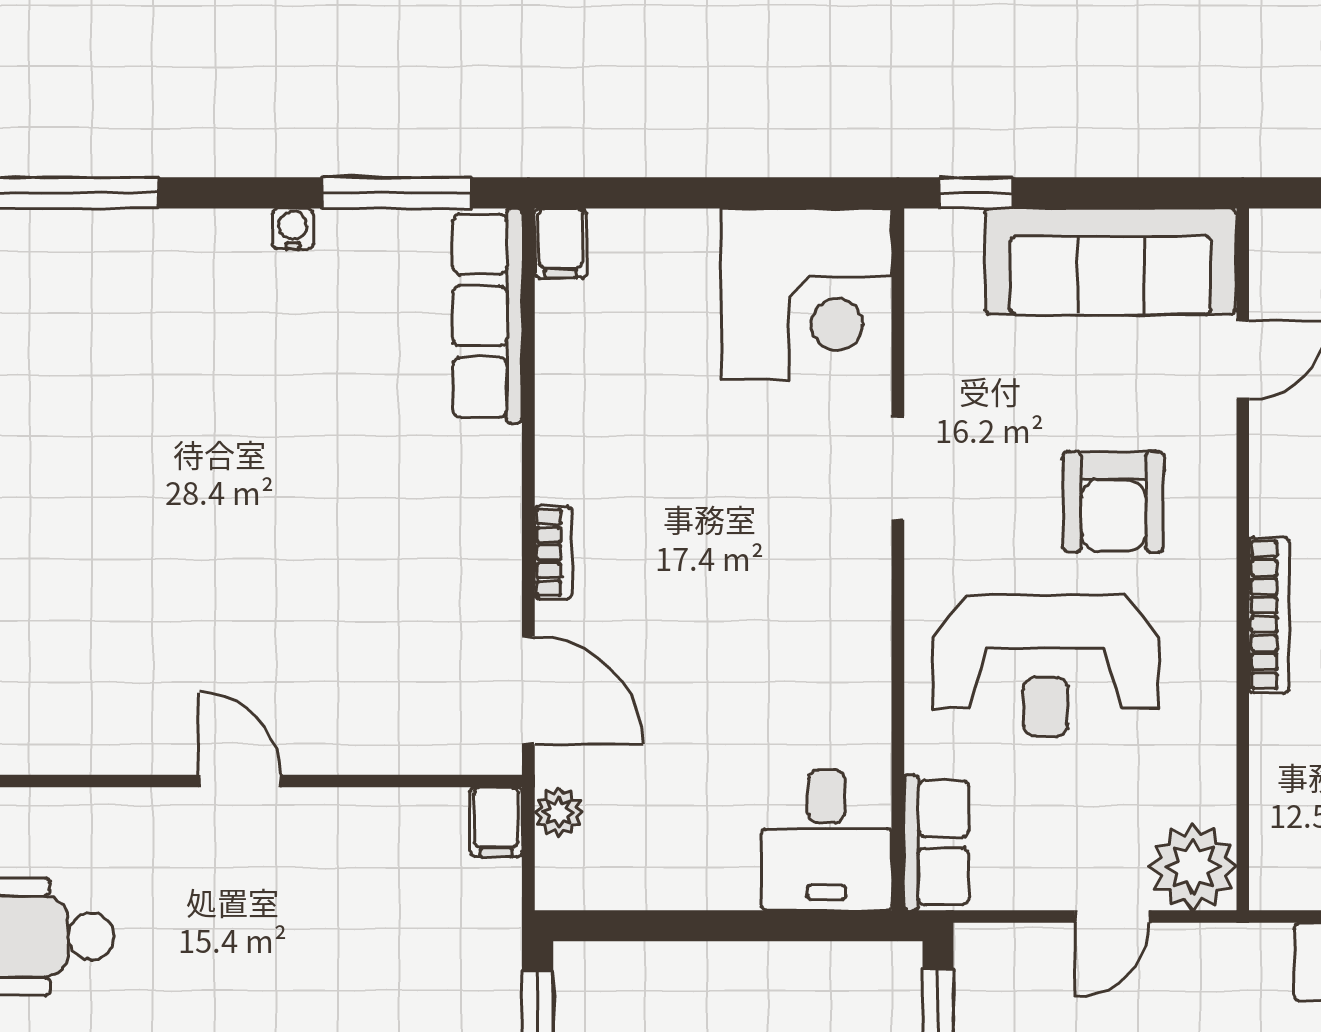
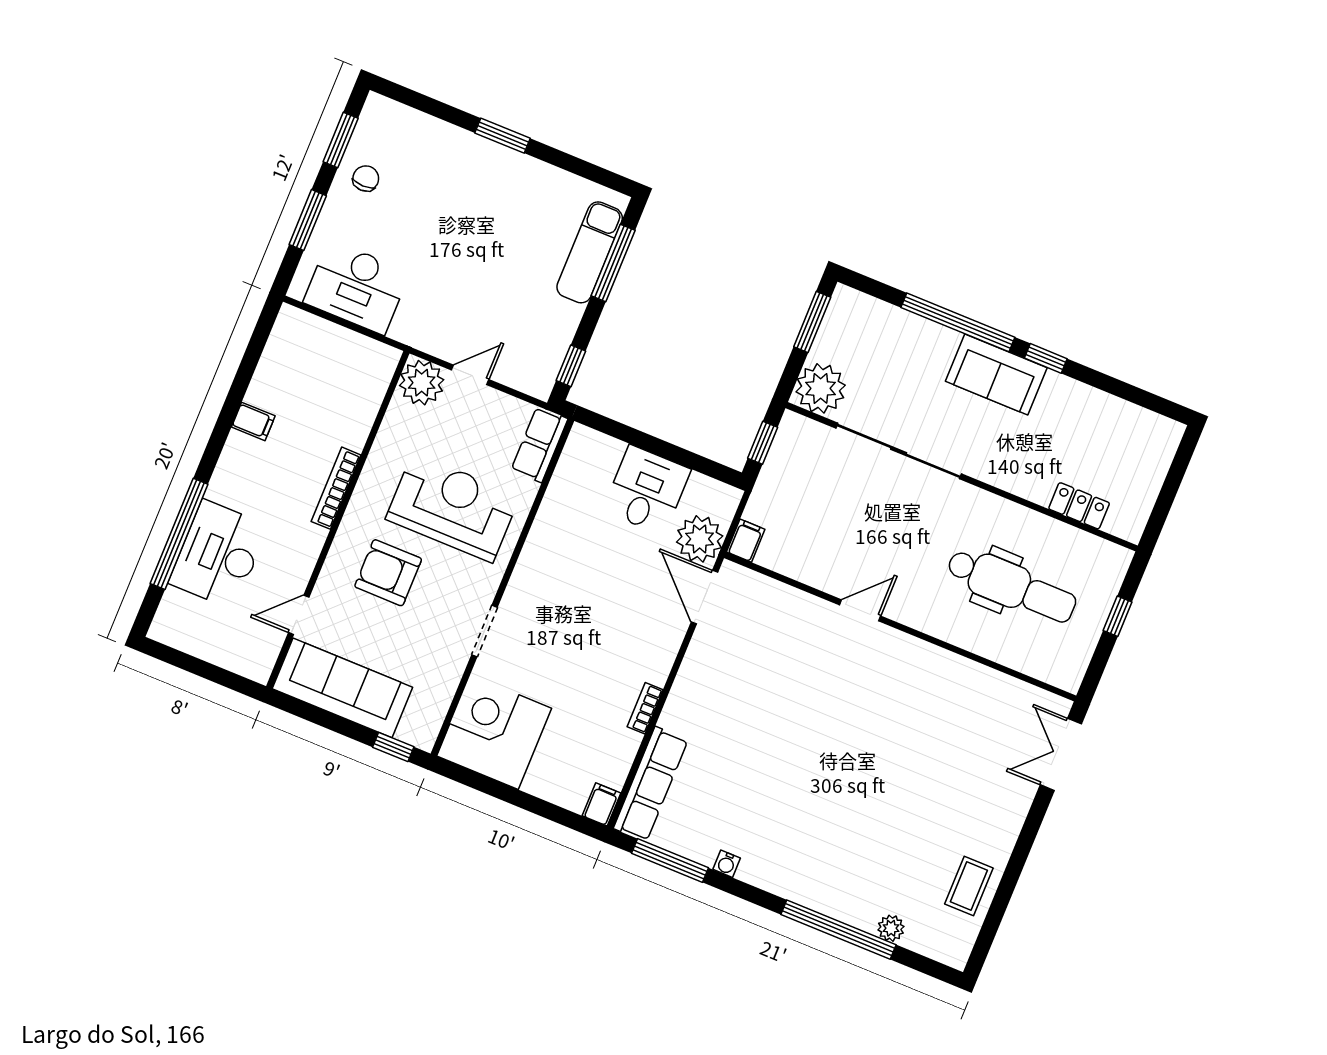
armchair: (1113, 502) -> (388, 573), turned -90
bookcase: (553, 552) -> (645, 708), moved
door: (240, 781) -> (860, 610), swing flipped
plant: (559, 812) -> (700, 539), width x1.87, depth x1.87
desk: (826, 840) -> (647, 490), moved

